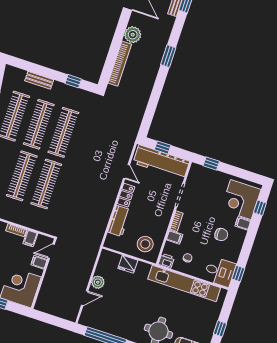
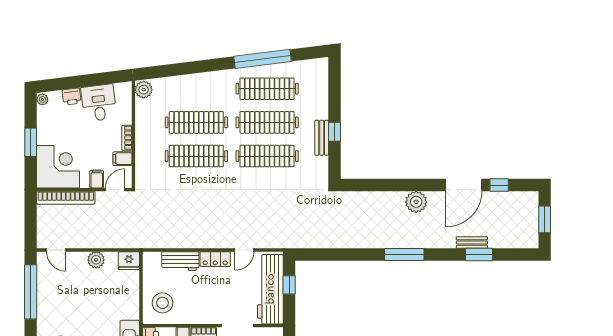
window: (168, 56) -> (404, 255), width x1.44
bookcase: (120, 64) -> (66, 198), moved
bench: (39, 80) -> (322, 138), moved
window: (73, 81) -> (334, 132), moved
door: (51, 251) -> (115, 190), hinge flipped
fridge: (128, 264) -> (129, 261), moved, turned -90
door: (85, 298) -> (56, 250), moved

